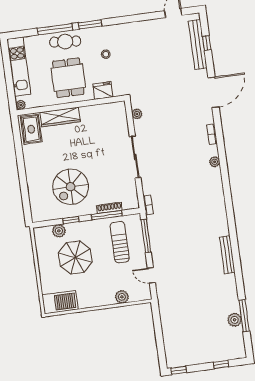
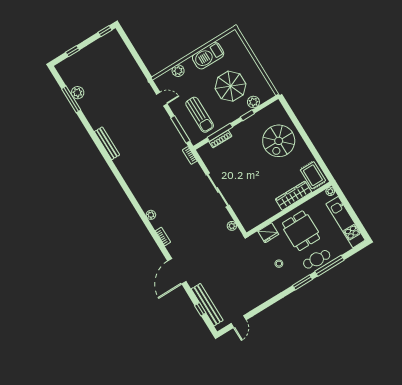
spiral stairs: (71, 187) -> (279, 141), moved, turned 180
barbecue: (60, 302) -> (208, 56), moved

